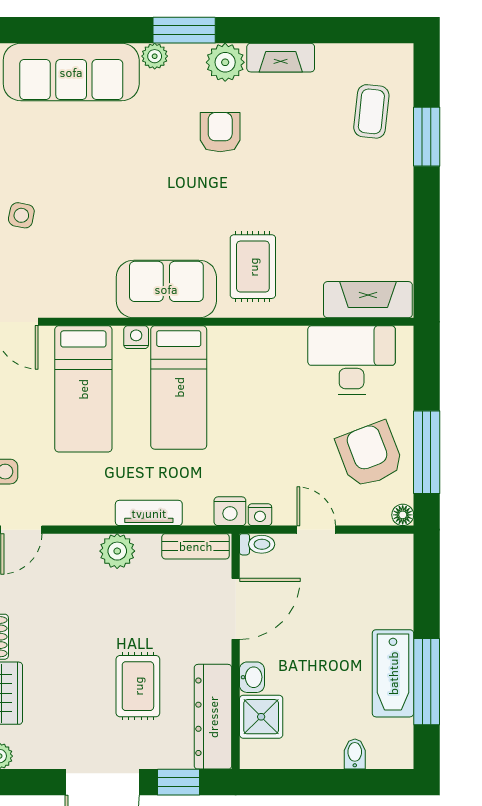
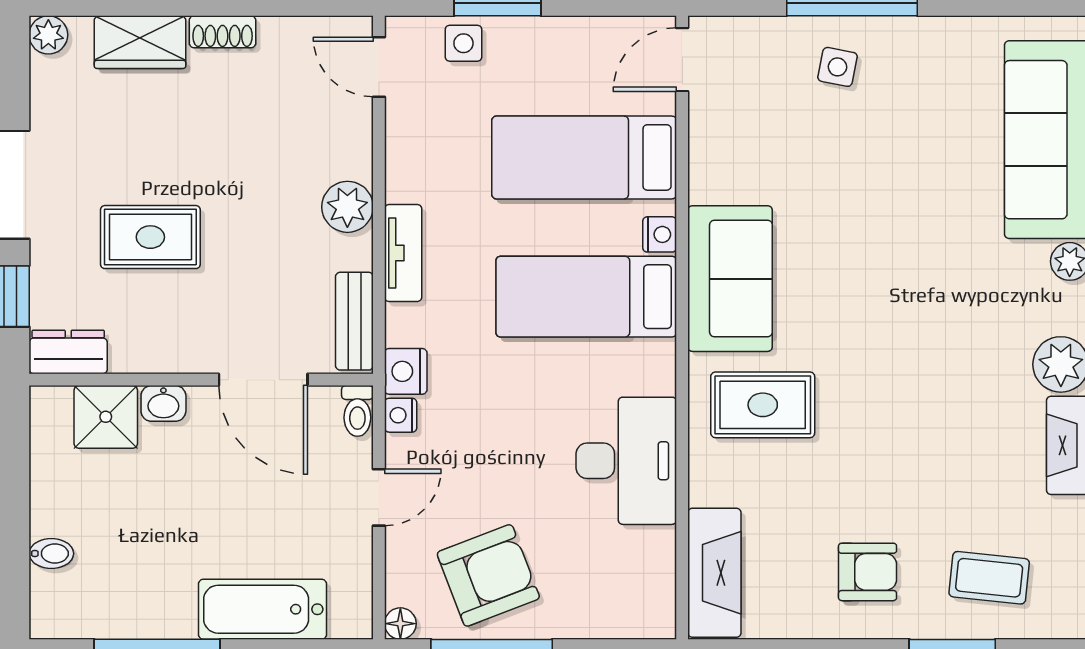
armchair: (220, 132) -> (868, 572), moved
desk: (352, 360) -> (626, 461), moved
bathtub: (393, 673) -> (262, 609), moved
dresser: (213, 717) -> (68, 352), width x0.51, depth x0.80

